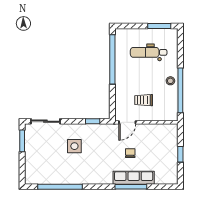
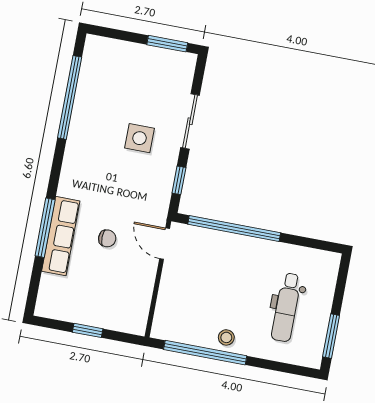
dental chair: (149, 52) -> (286, 307), turned 180
window: (112, 59) -> (234, 228), moved
trolley: (144, 100) -> (200, 282), removed
sliding door: (45, 121) -> (190, 121), moved

